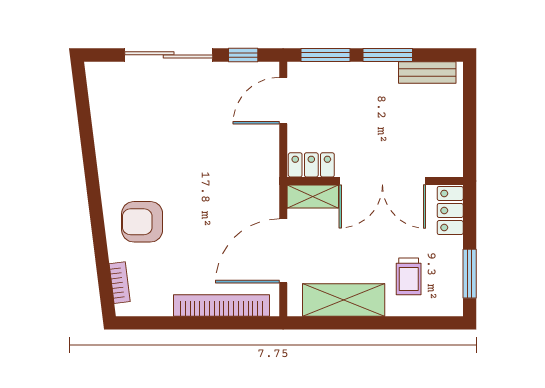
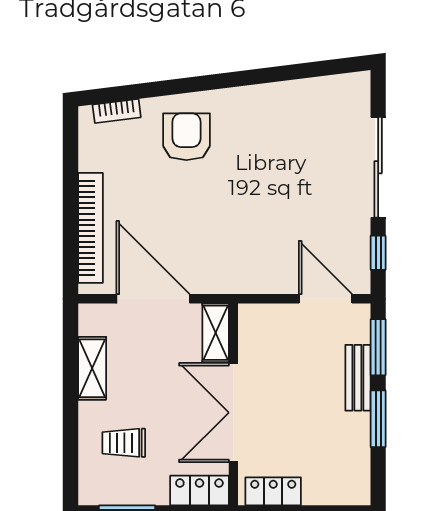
bench: (427, 72) -> (358, 378), moved
locker: (311, 165) -> (273, 491), moved, turned -90
shelving: (344, 300) -> (92, 368), width x0.67, depth x0.75

